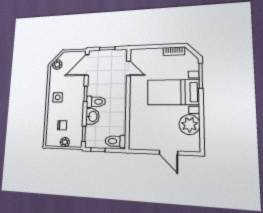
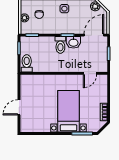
door: (87, 65) -> (94, 35), hinge flipped
washbasin: (92, 116) -> (73, 42), moved
plant: (189, 125) -> (42, 124), removed

